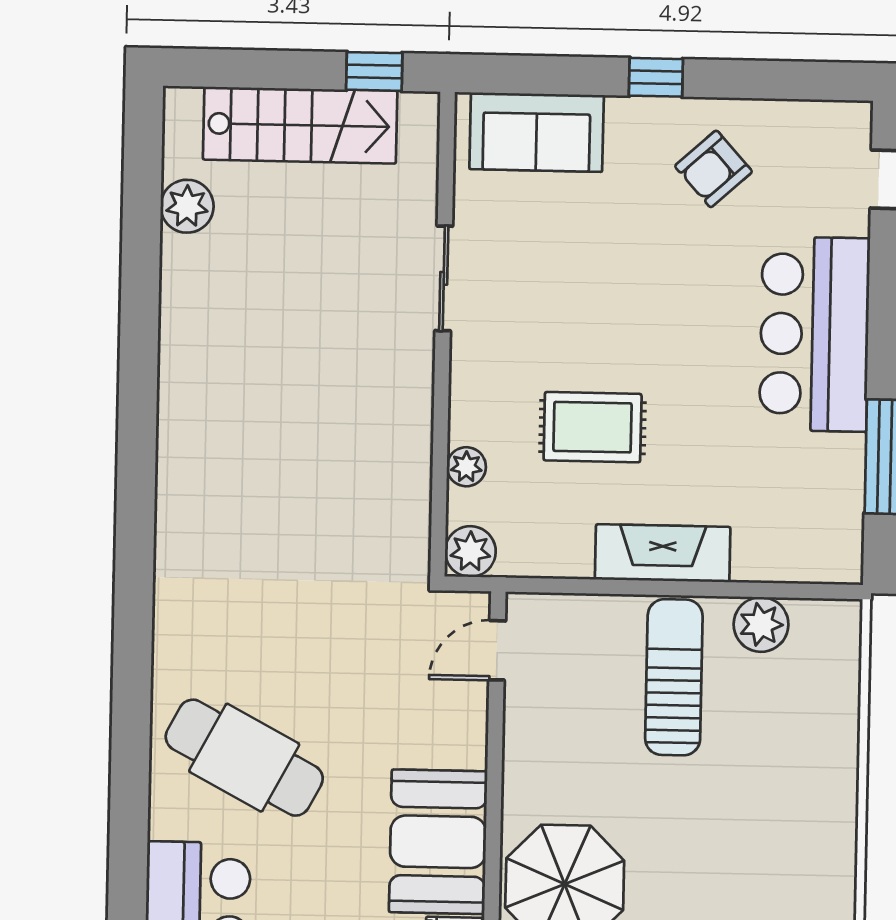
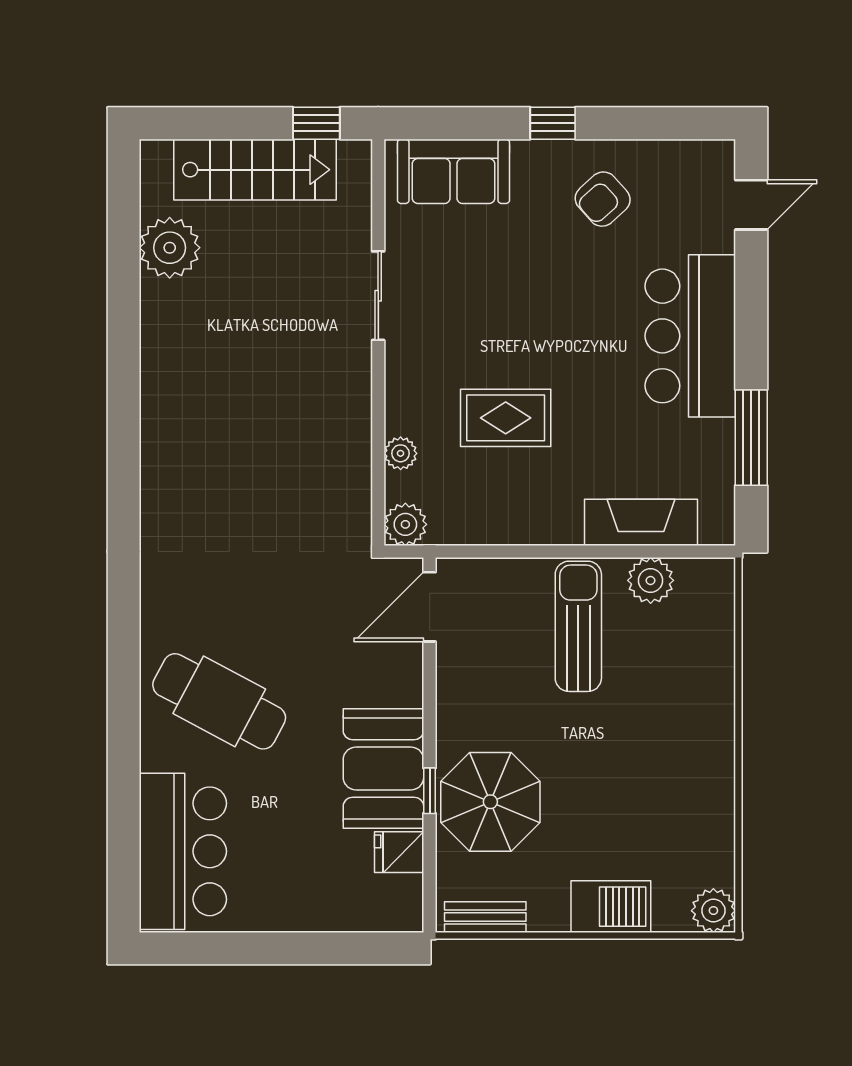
plant: (187, 206) -> (170, 248), width x1.36, depth x1.36
fireplace: (663, 553) -> (641, 522), moved
door: (497, 650) -> (430, 607), width x1.38
window: (492, 869) -> (430, 791), added

